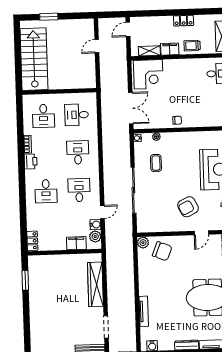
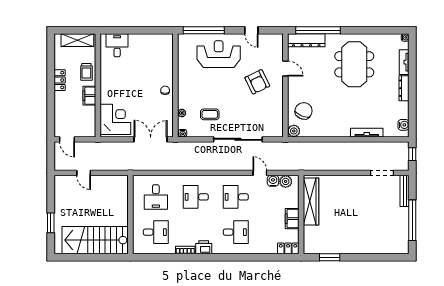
shelving: (149, 51) -> (90, 117), removed
filing cabinet: (76, 243) -> (292, 219), moved
wardrobe: (95, 284) -> (311, 201), moved, turned -90

